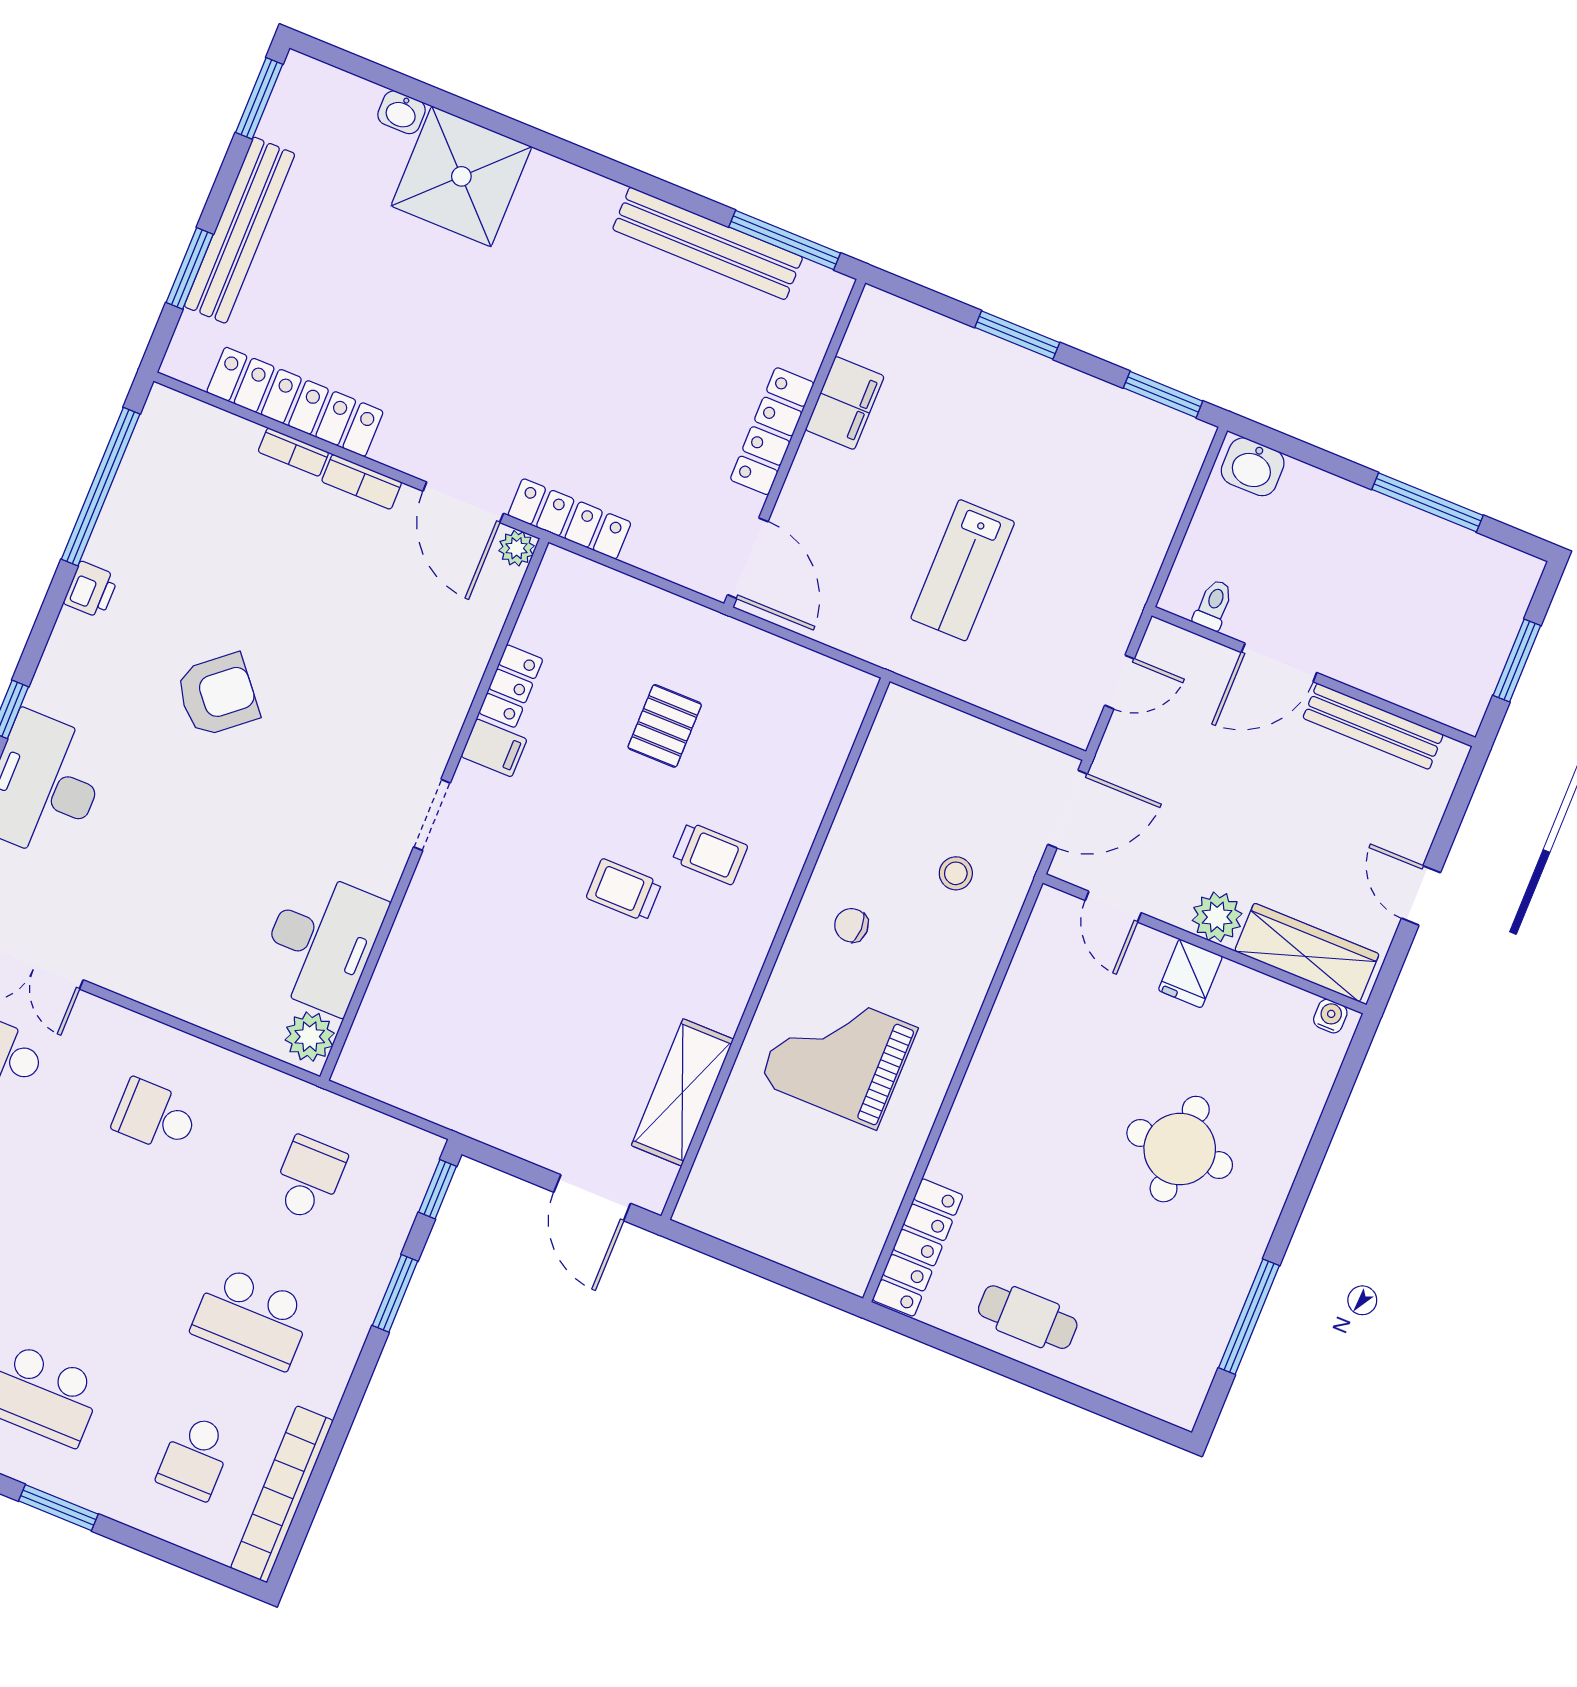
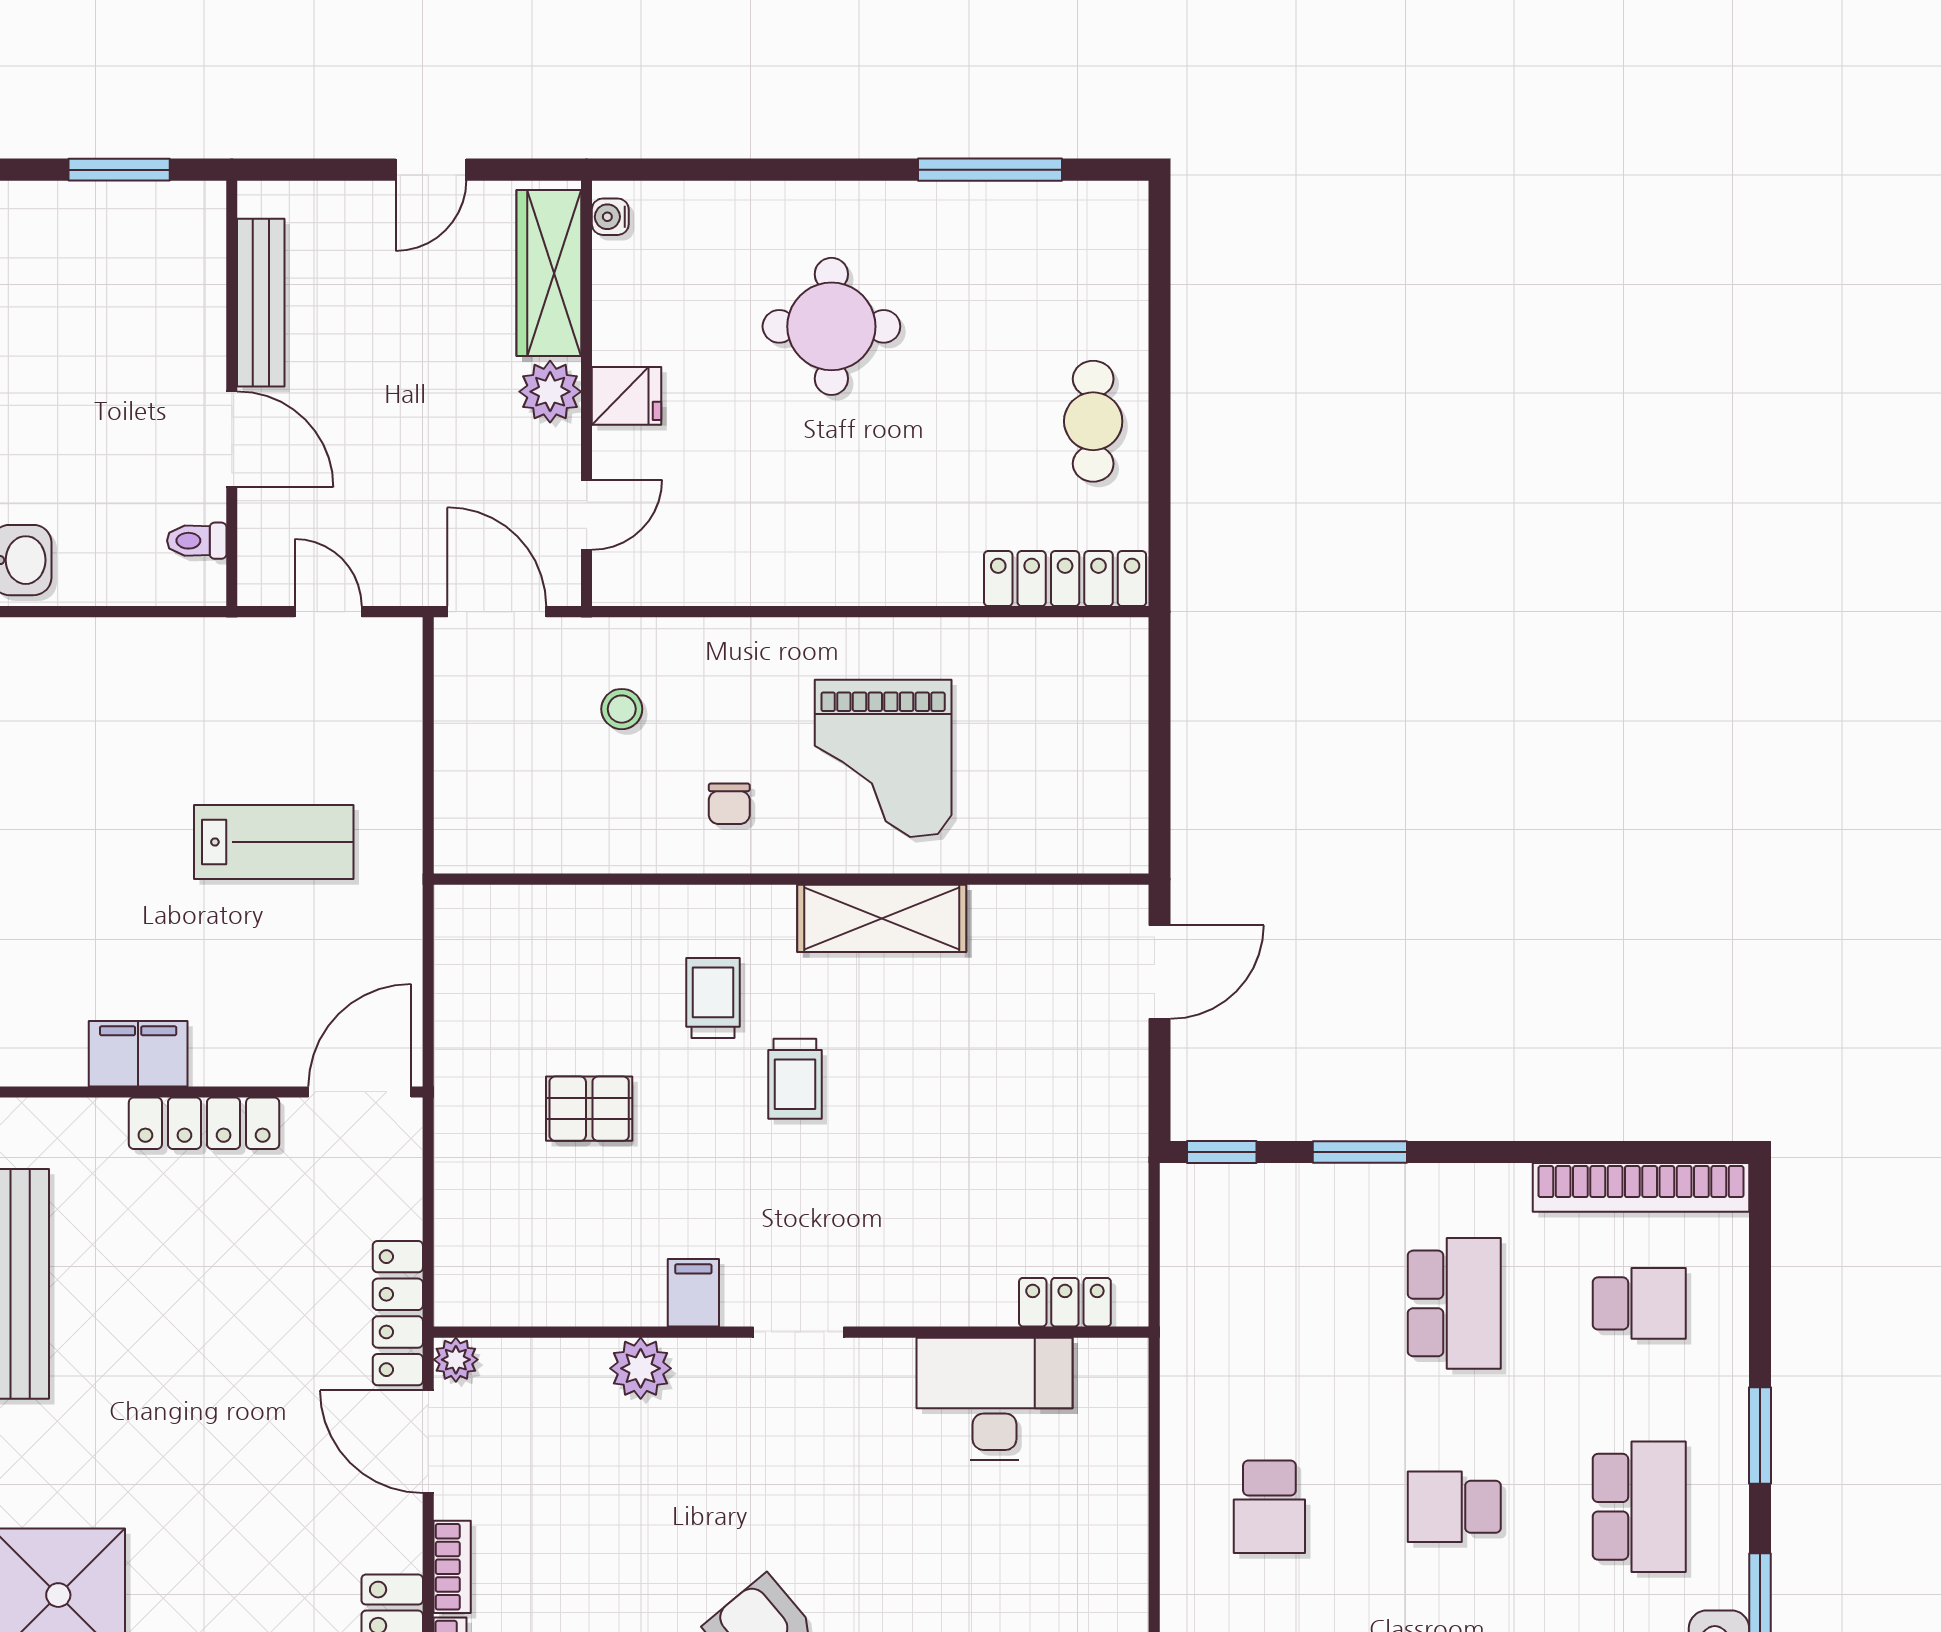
door: (463, 502) -> (428, 1442), swing flipped
locker: (511, 686) -> (1065, 1302), moved
plant: (310, 1037) -> (641, 1368), moved
shelving: (682, 1092) -> (882, 918), moved
school desk: (309, 1179) -> (1454, 1507), moved

